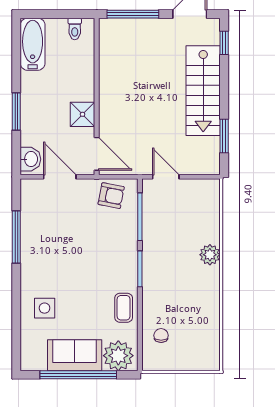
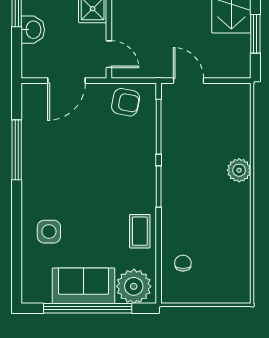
door: (97, 154) -> (109, 54), width x0.73
washbasin: (30, 159) -> (33, 30), moved
door: (60, 177) -> (66, 81), swing flipped

